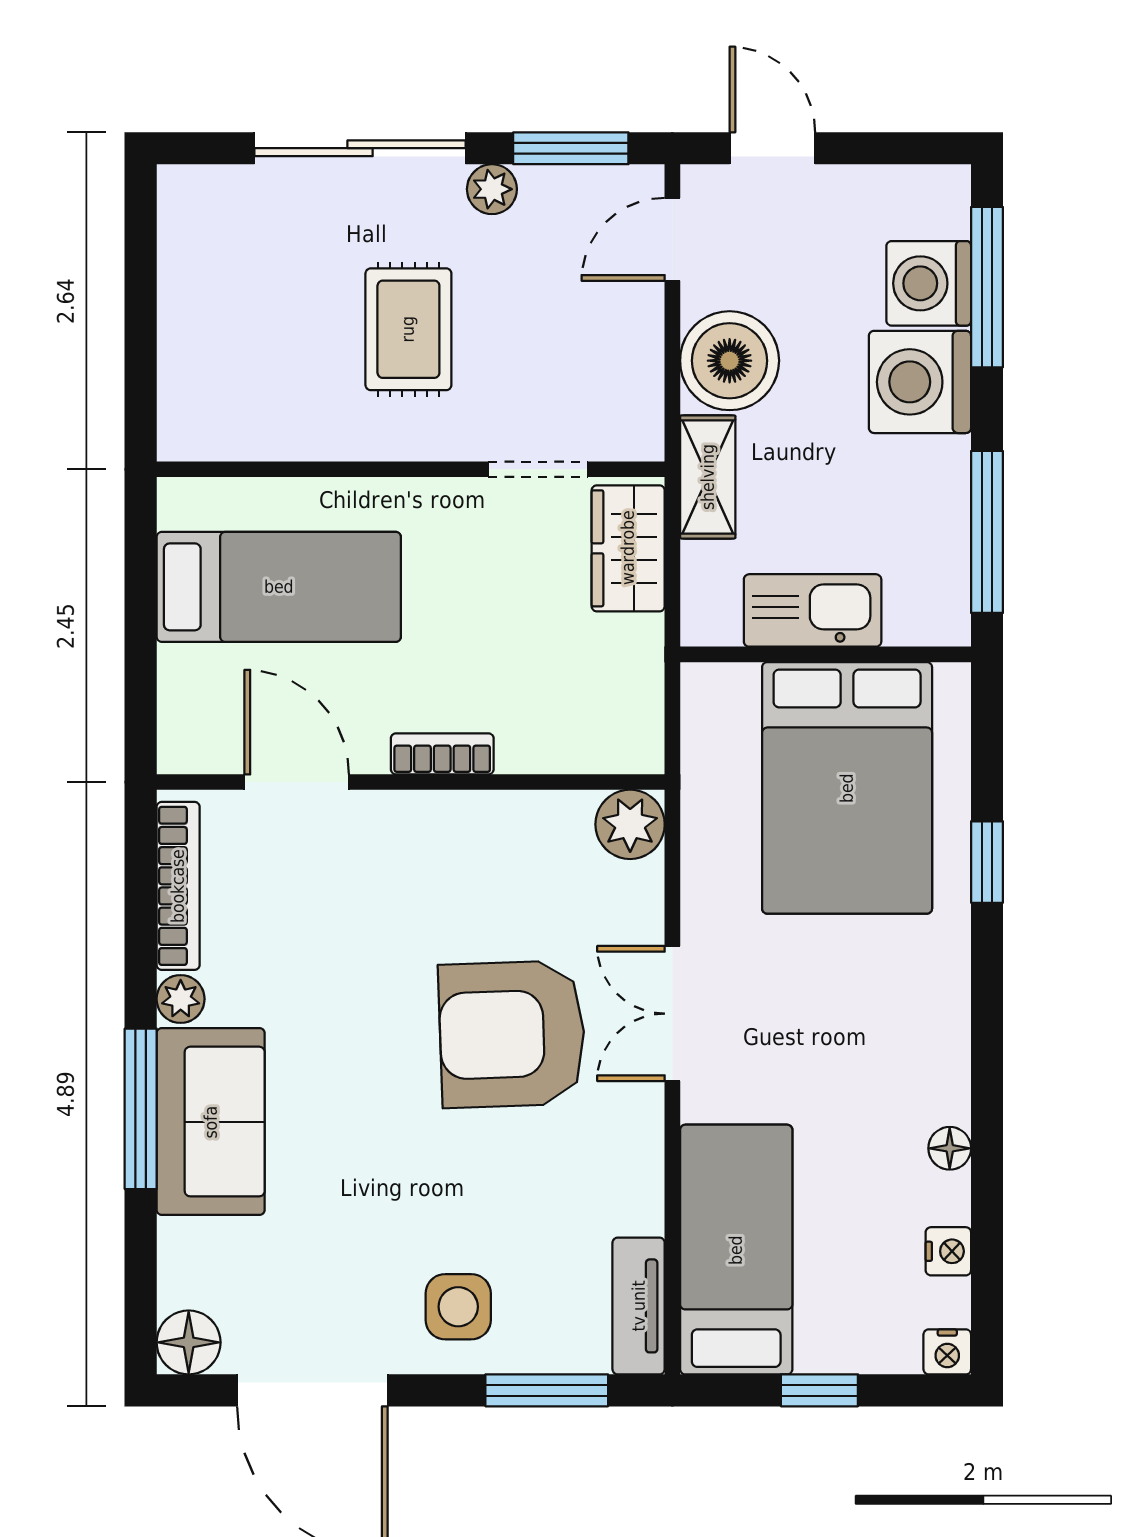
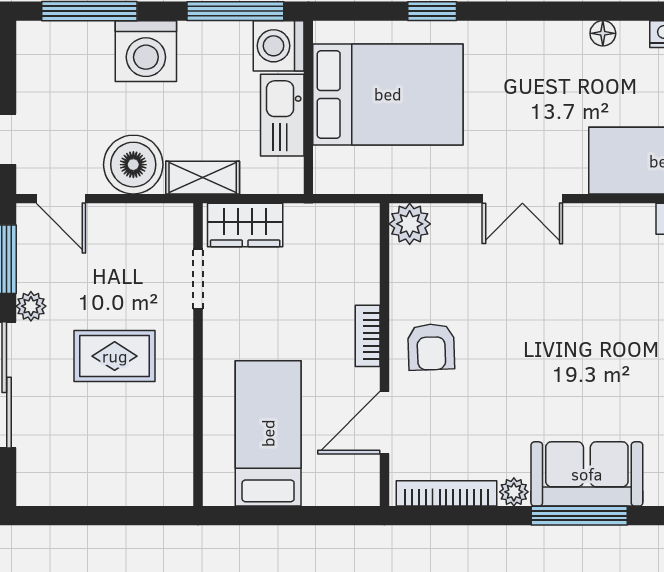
washing machine: (929, 283) -> (279, 46), moved, turned 90
armchair: (512, 1034) -> (431, 347), moved, width x0.53, depth x0.53

